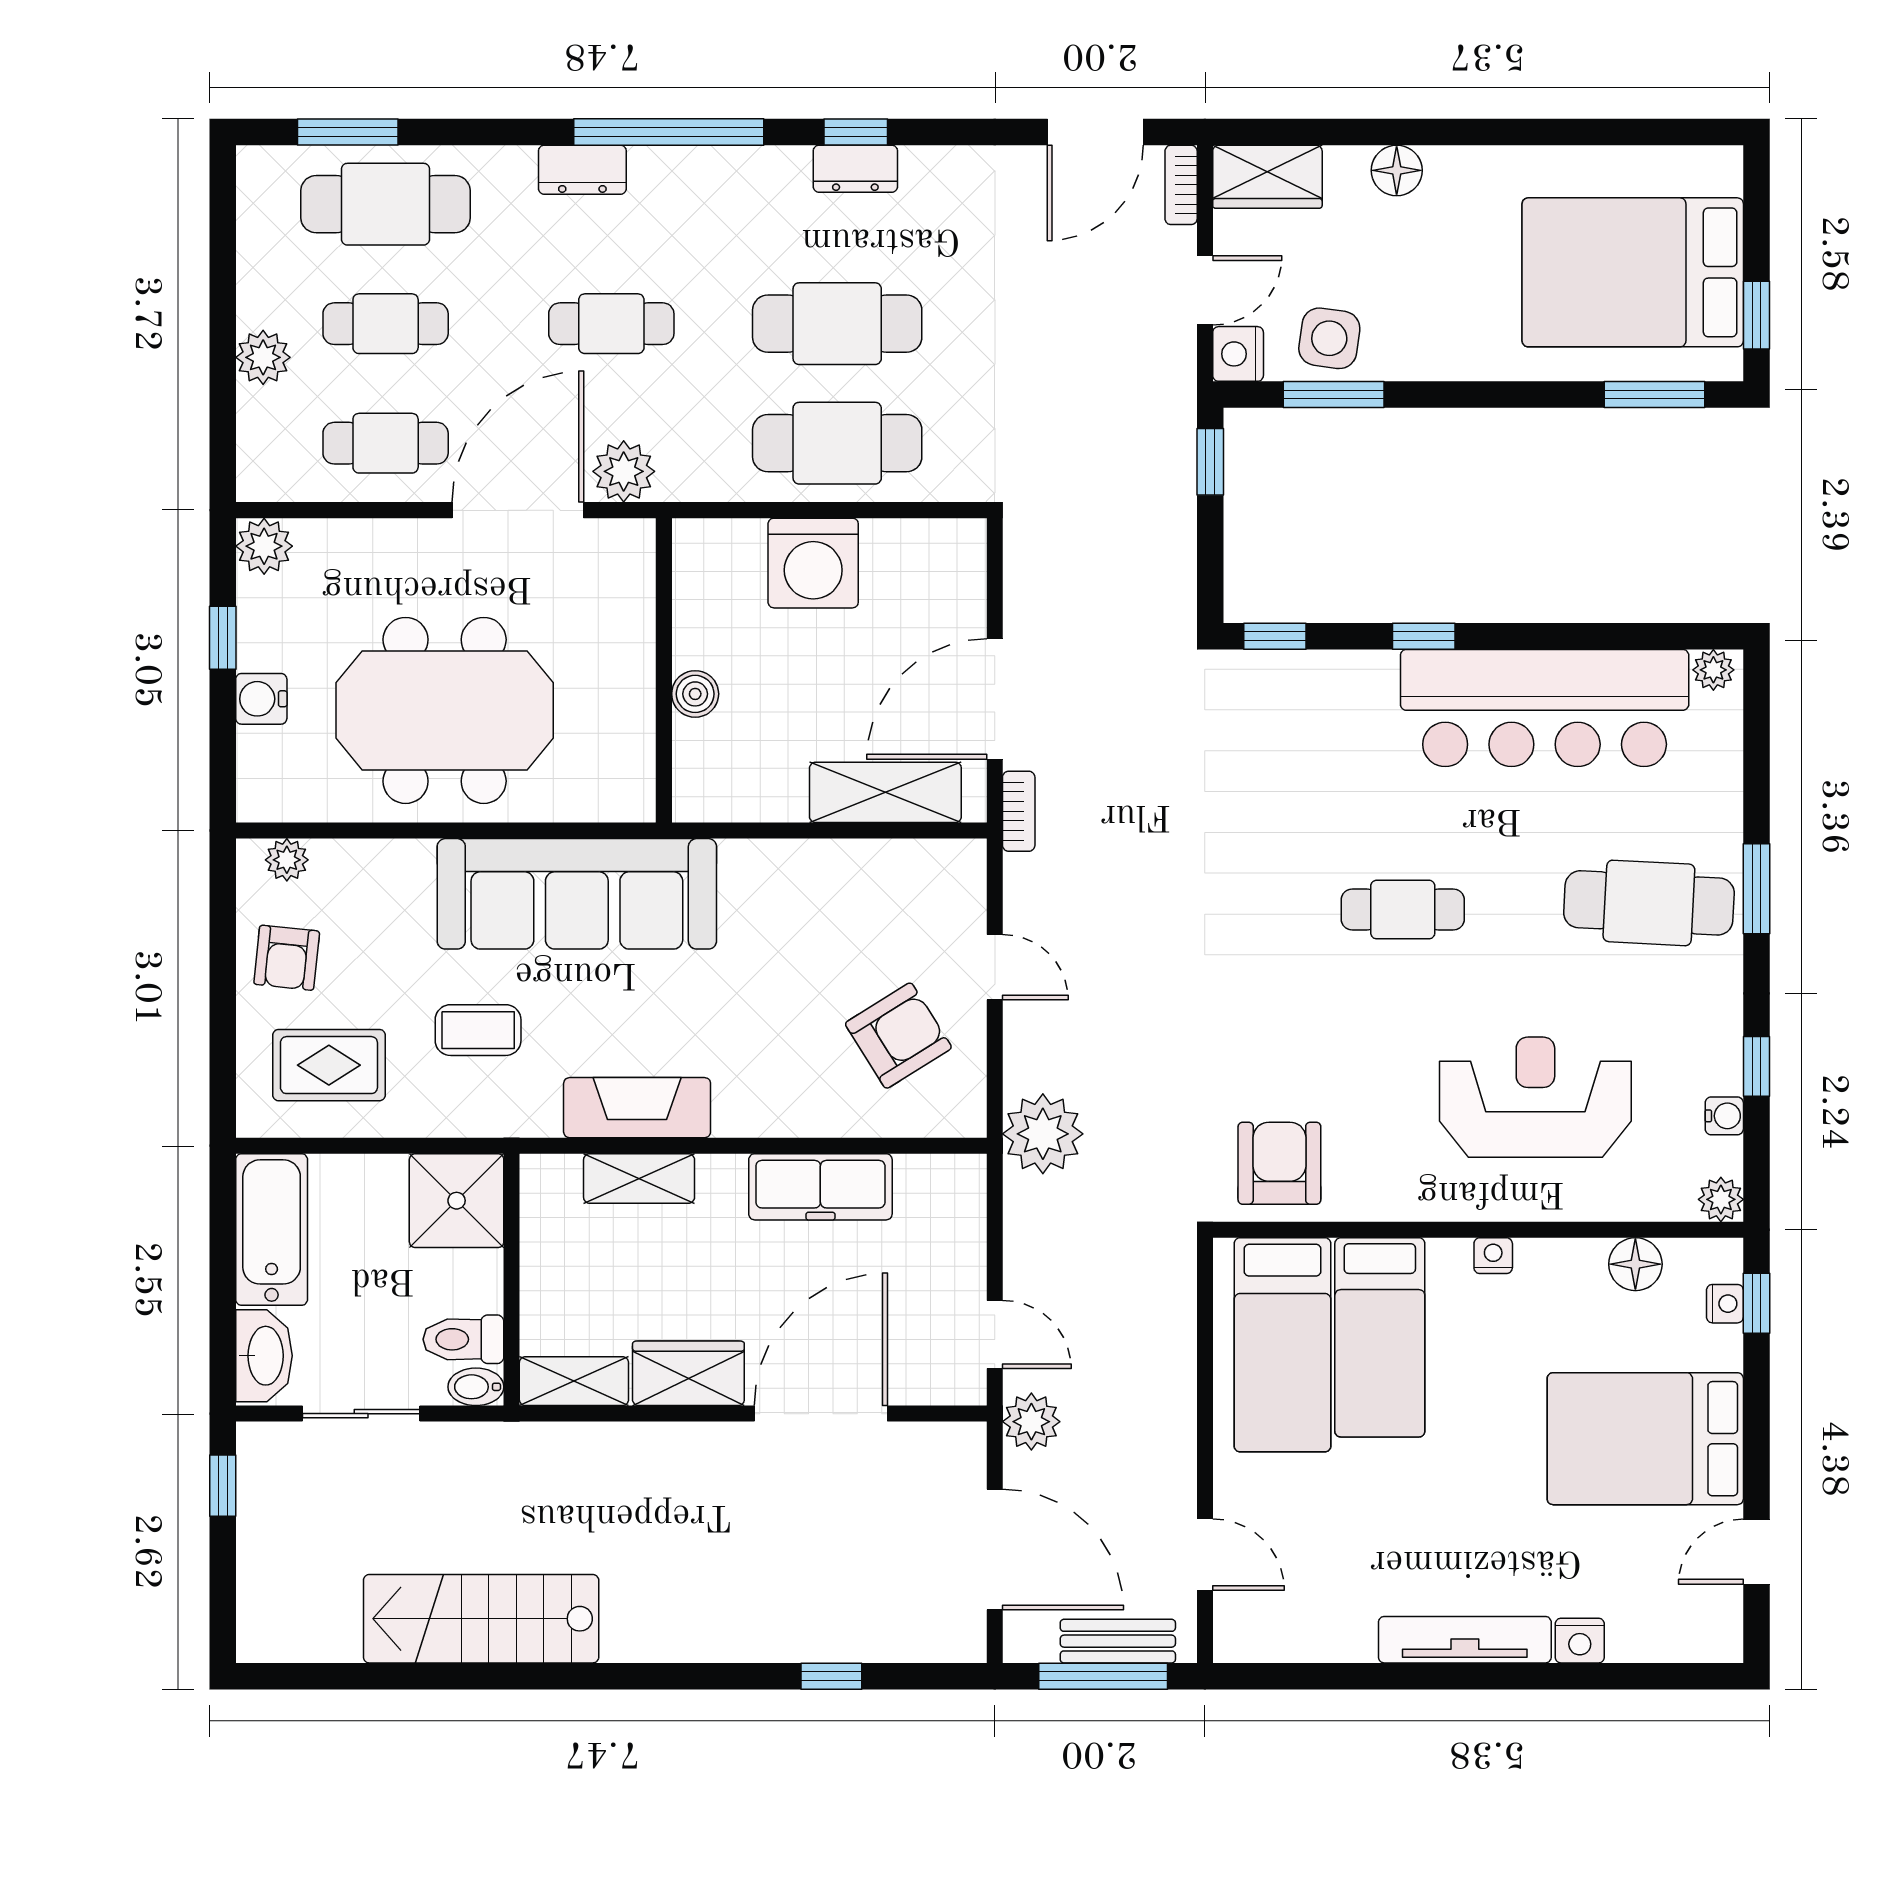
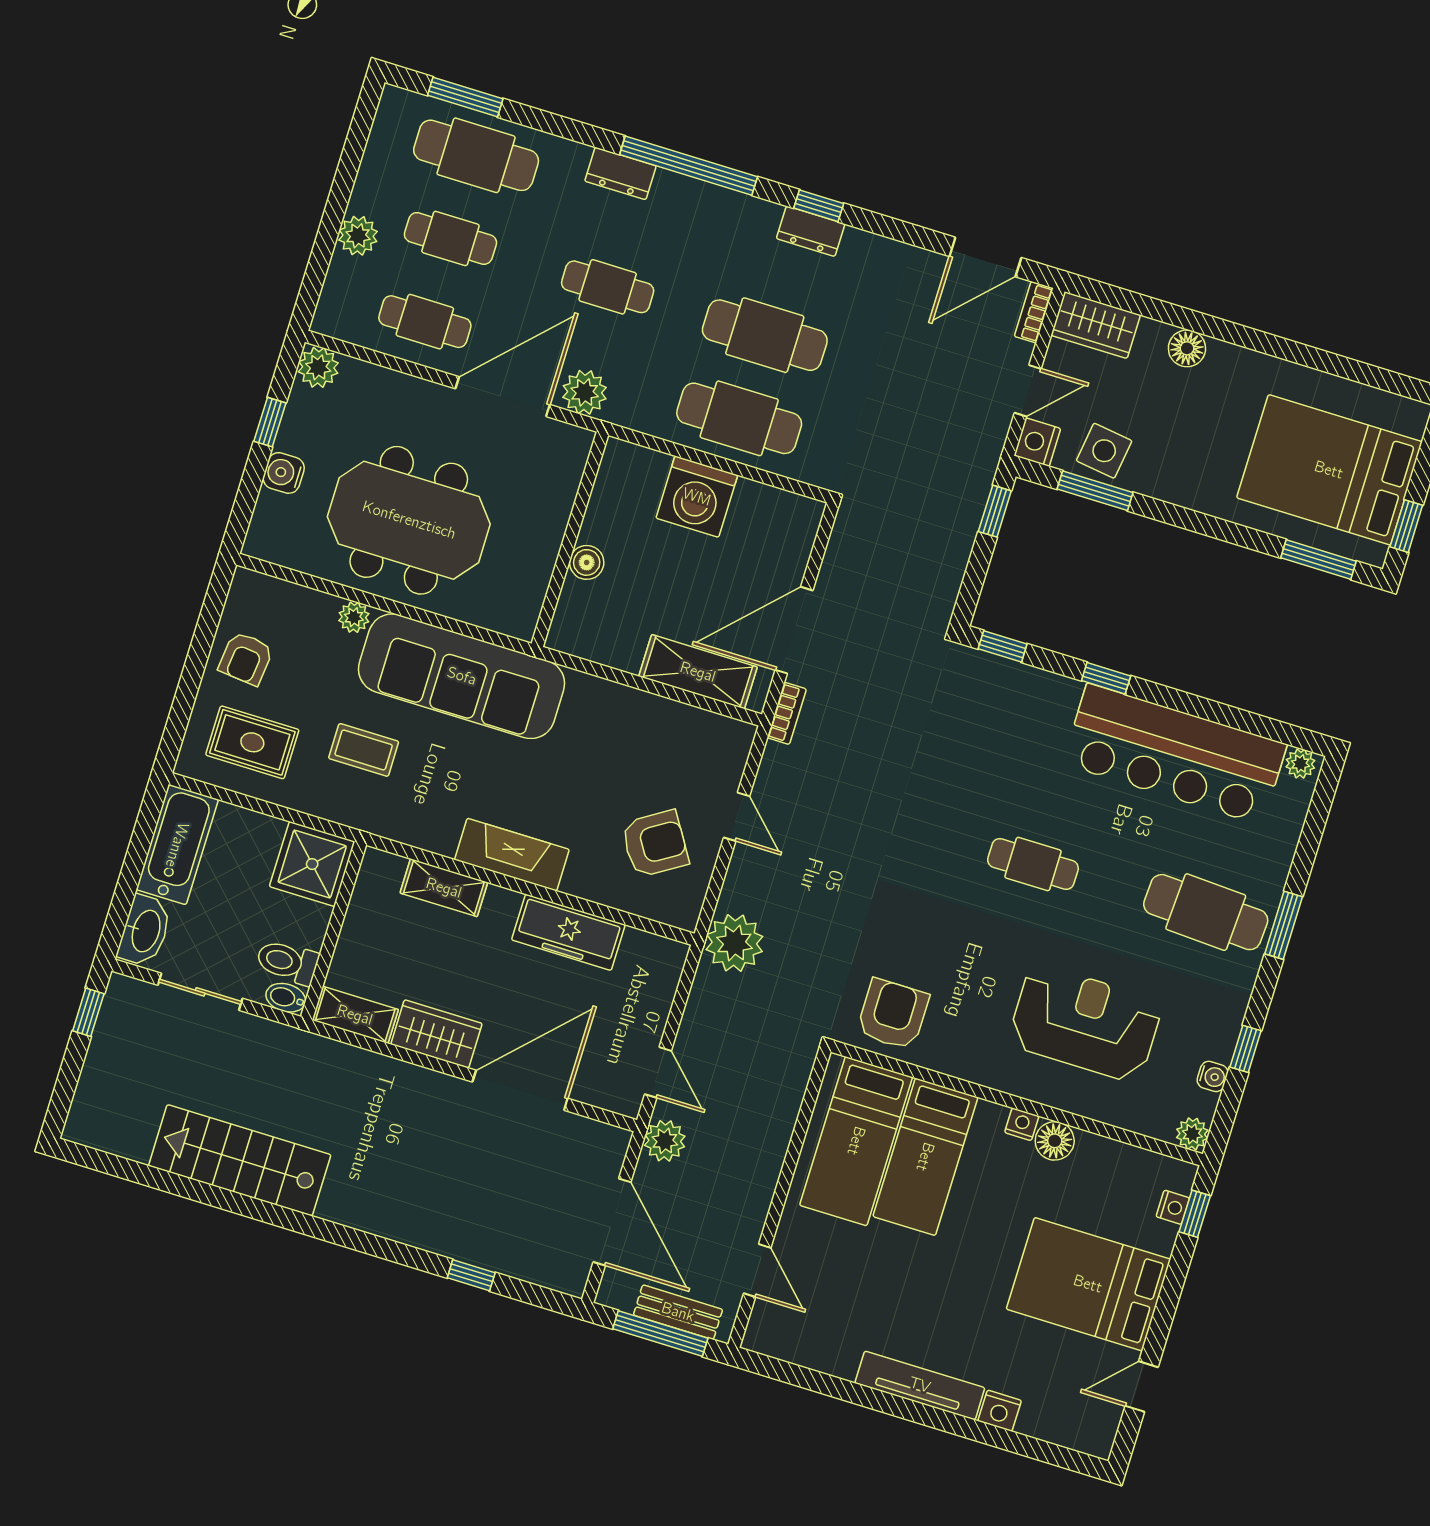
plant: (287, 860) -> (354, 617), moved
fireplace: (637, 1108) -> (512, 855), moved
floor lamp: (1635, 1264) -> (1055, 1141), moved

